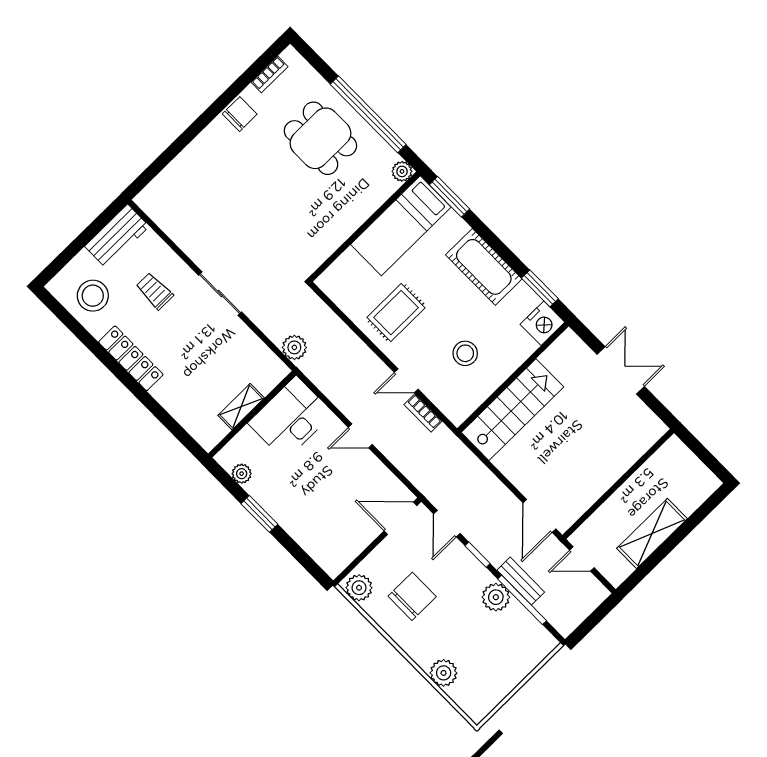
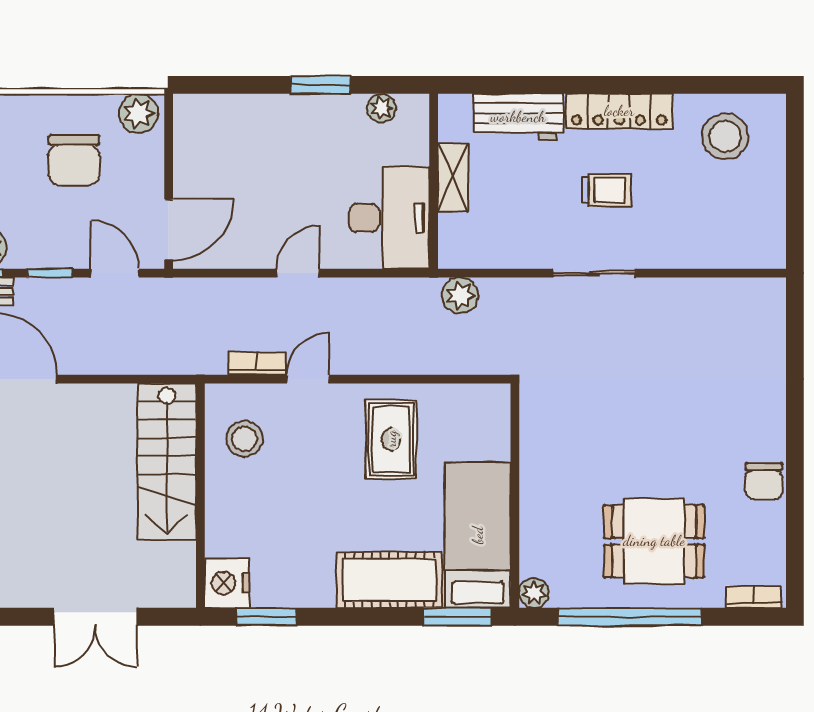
bookcase: (269, 74) -> (754, 597), moved, turned 90
workbench: (117, 236) -> (518, 117), moved, turned -90
cot: (484, 267) -> (389, 580), moved
trolley: (155, 291) -> (606, 190), moved
stool: (465, 353) -> (245, 439), moved

